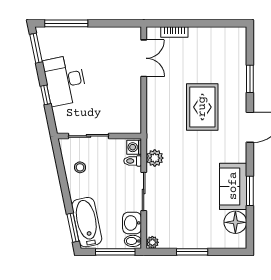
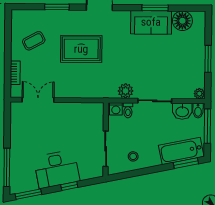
coffee table: (211, 53) -> (34, 41), added

